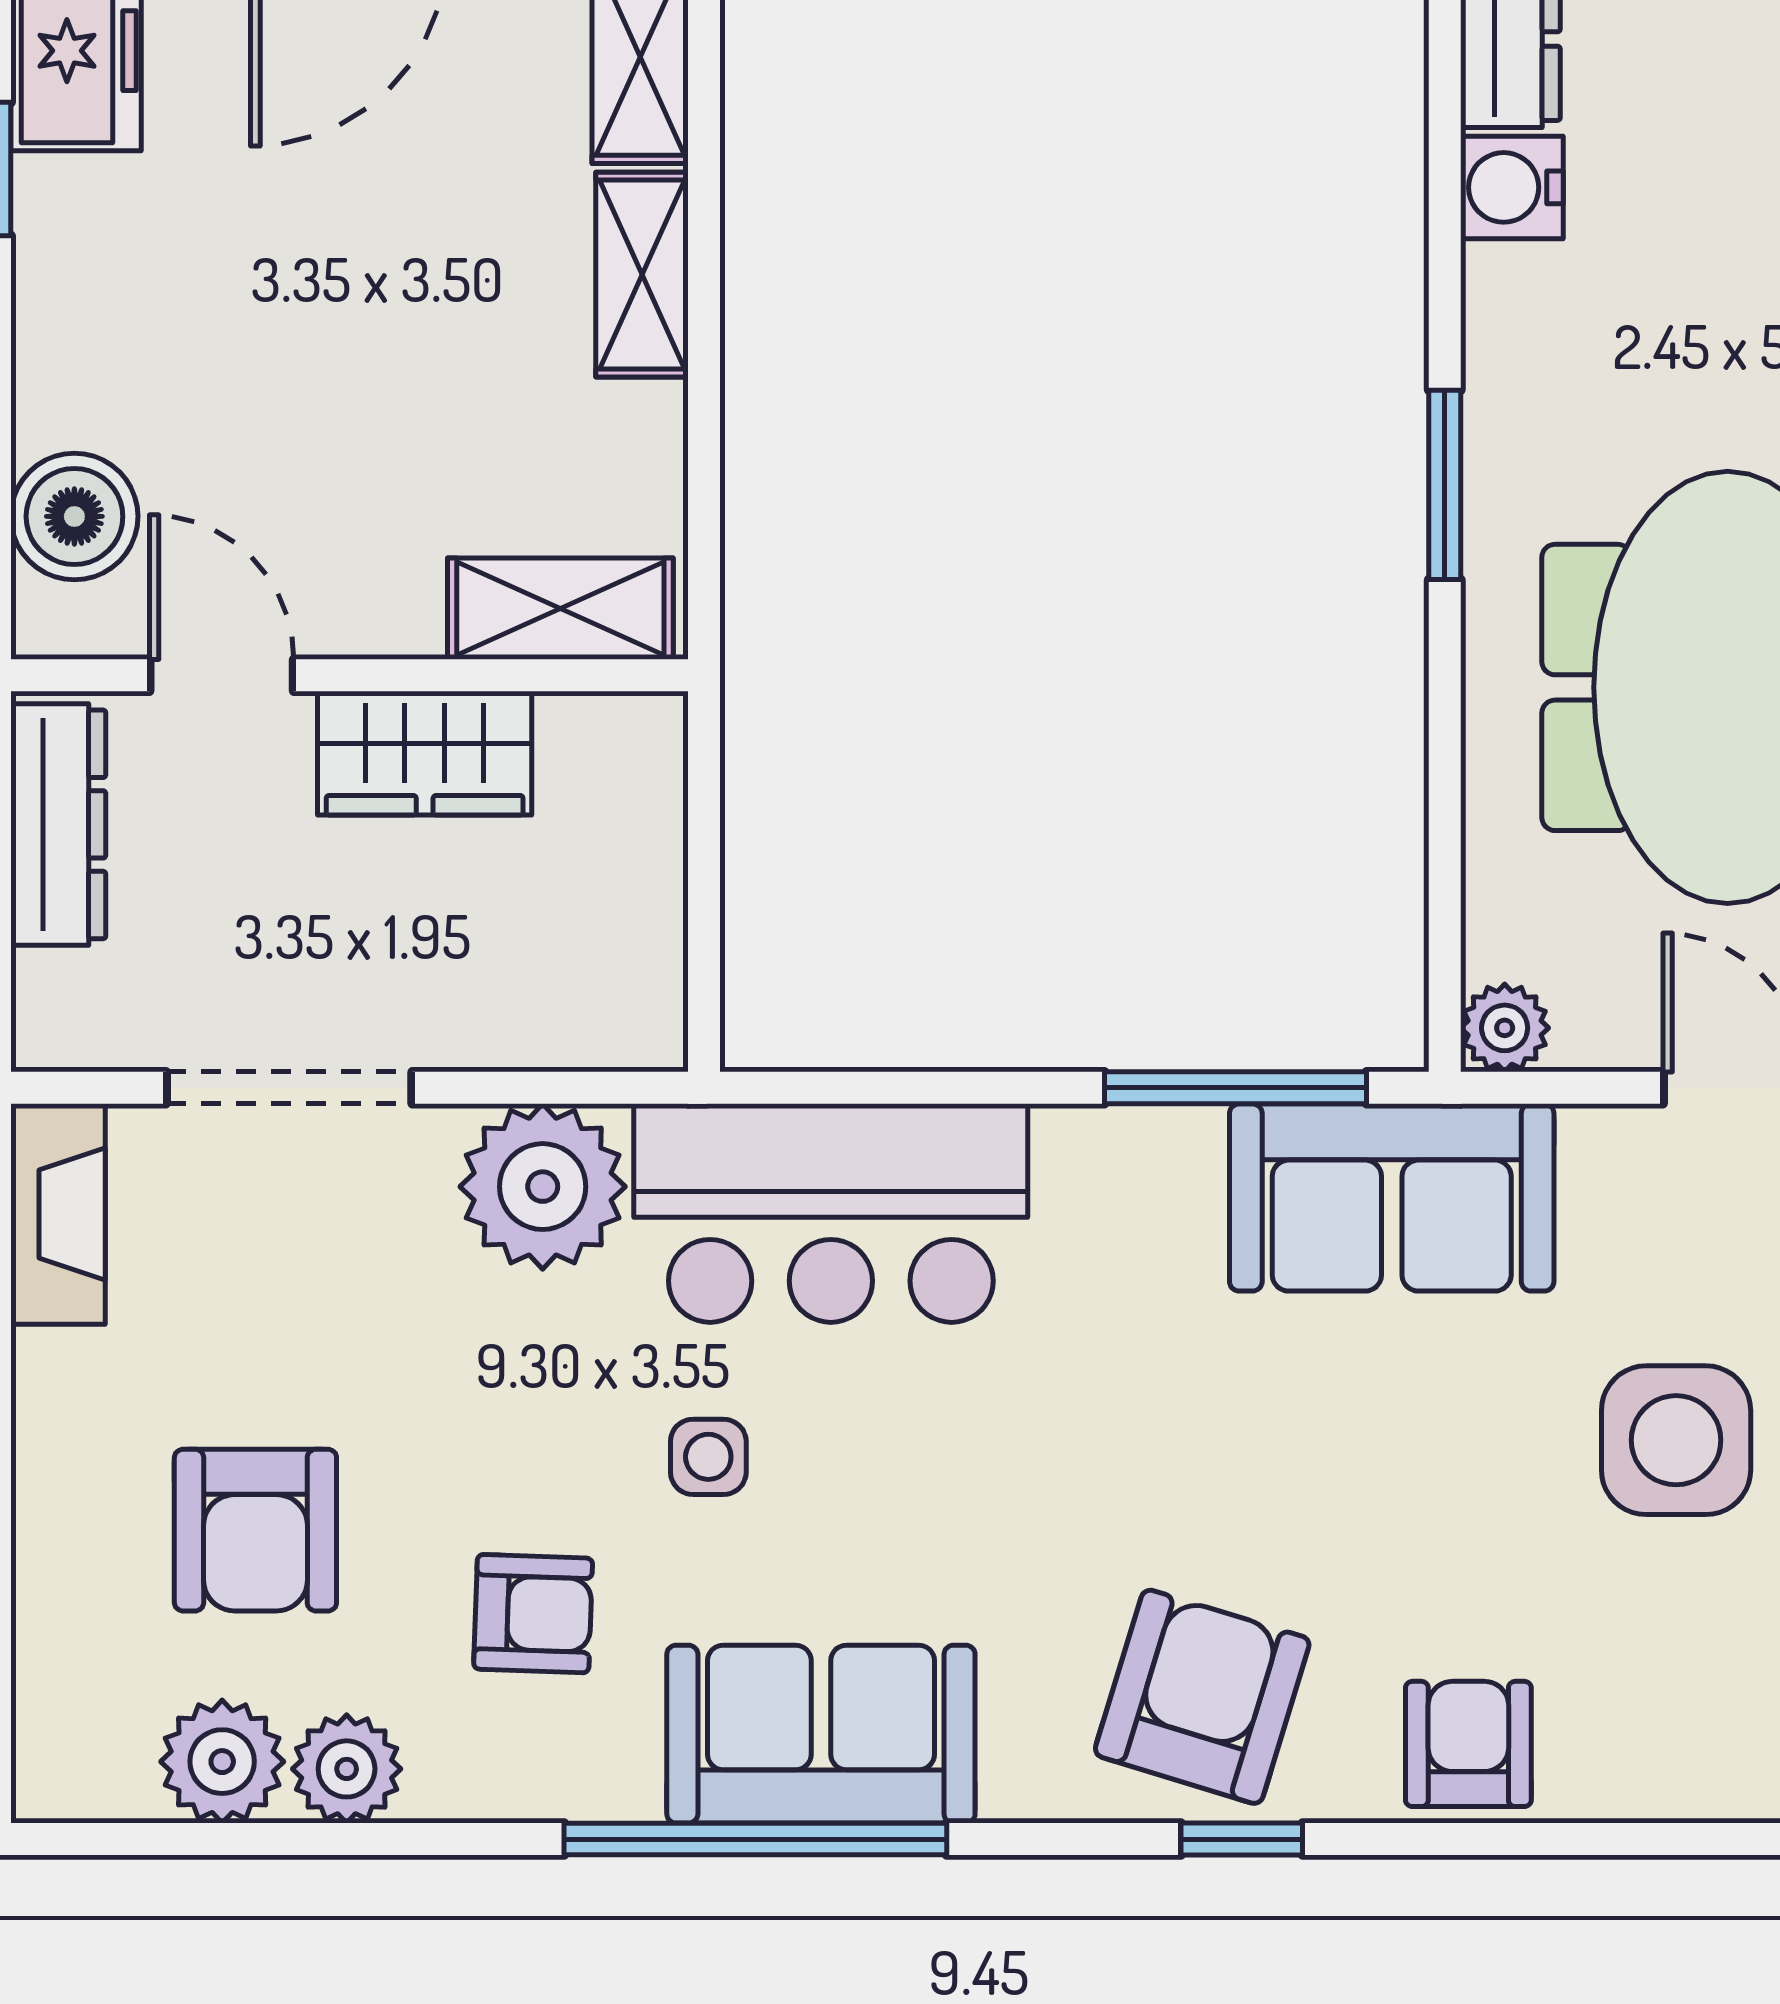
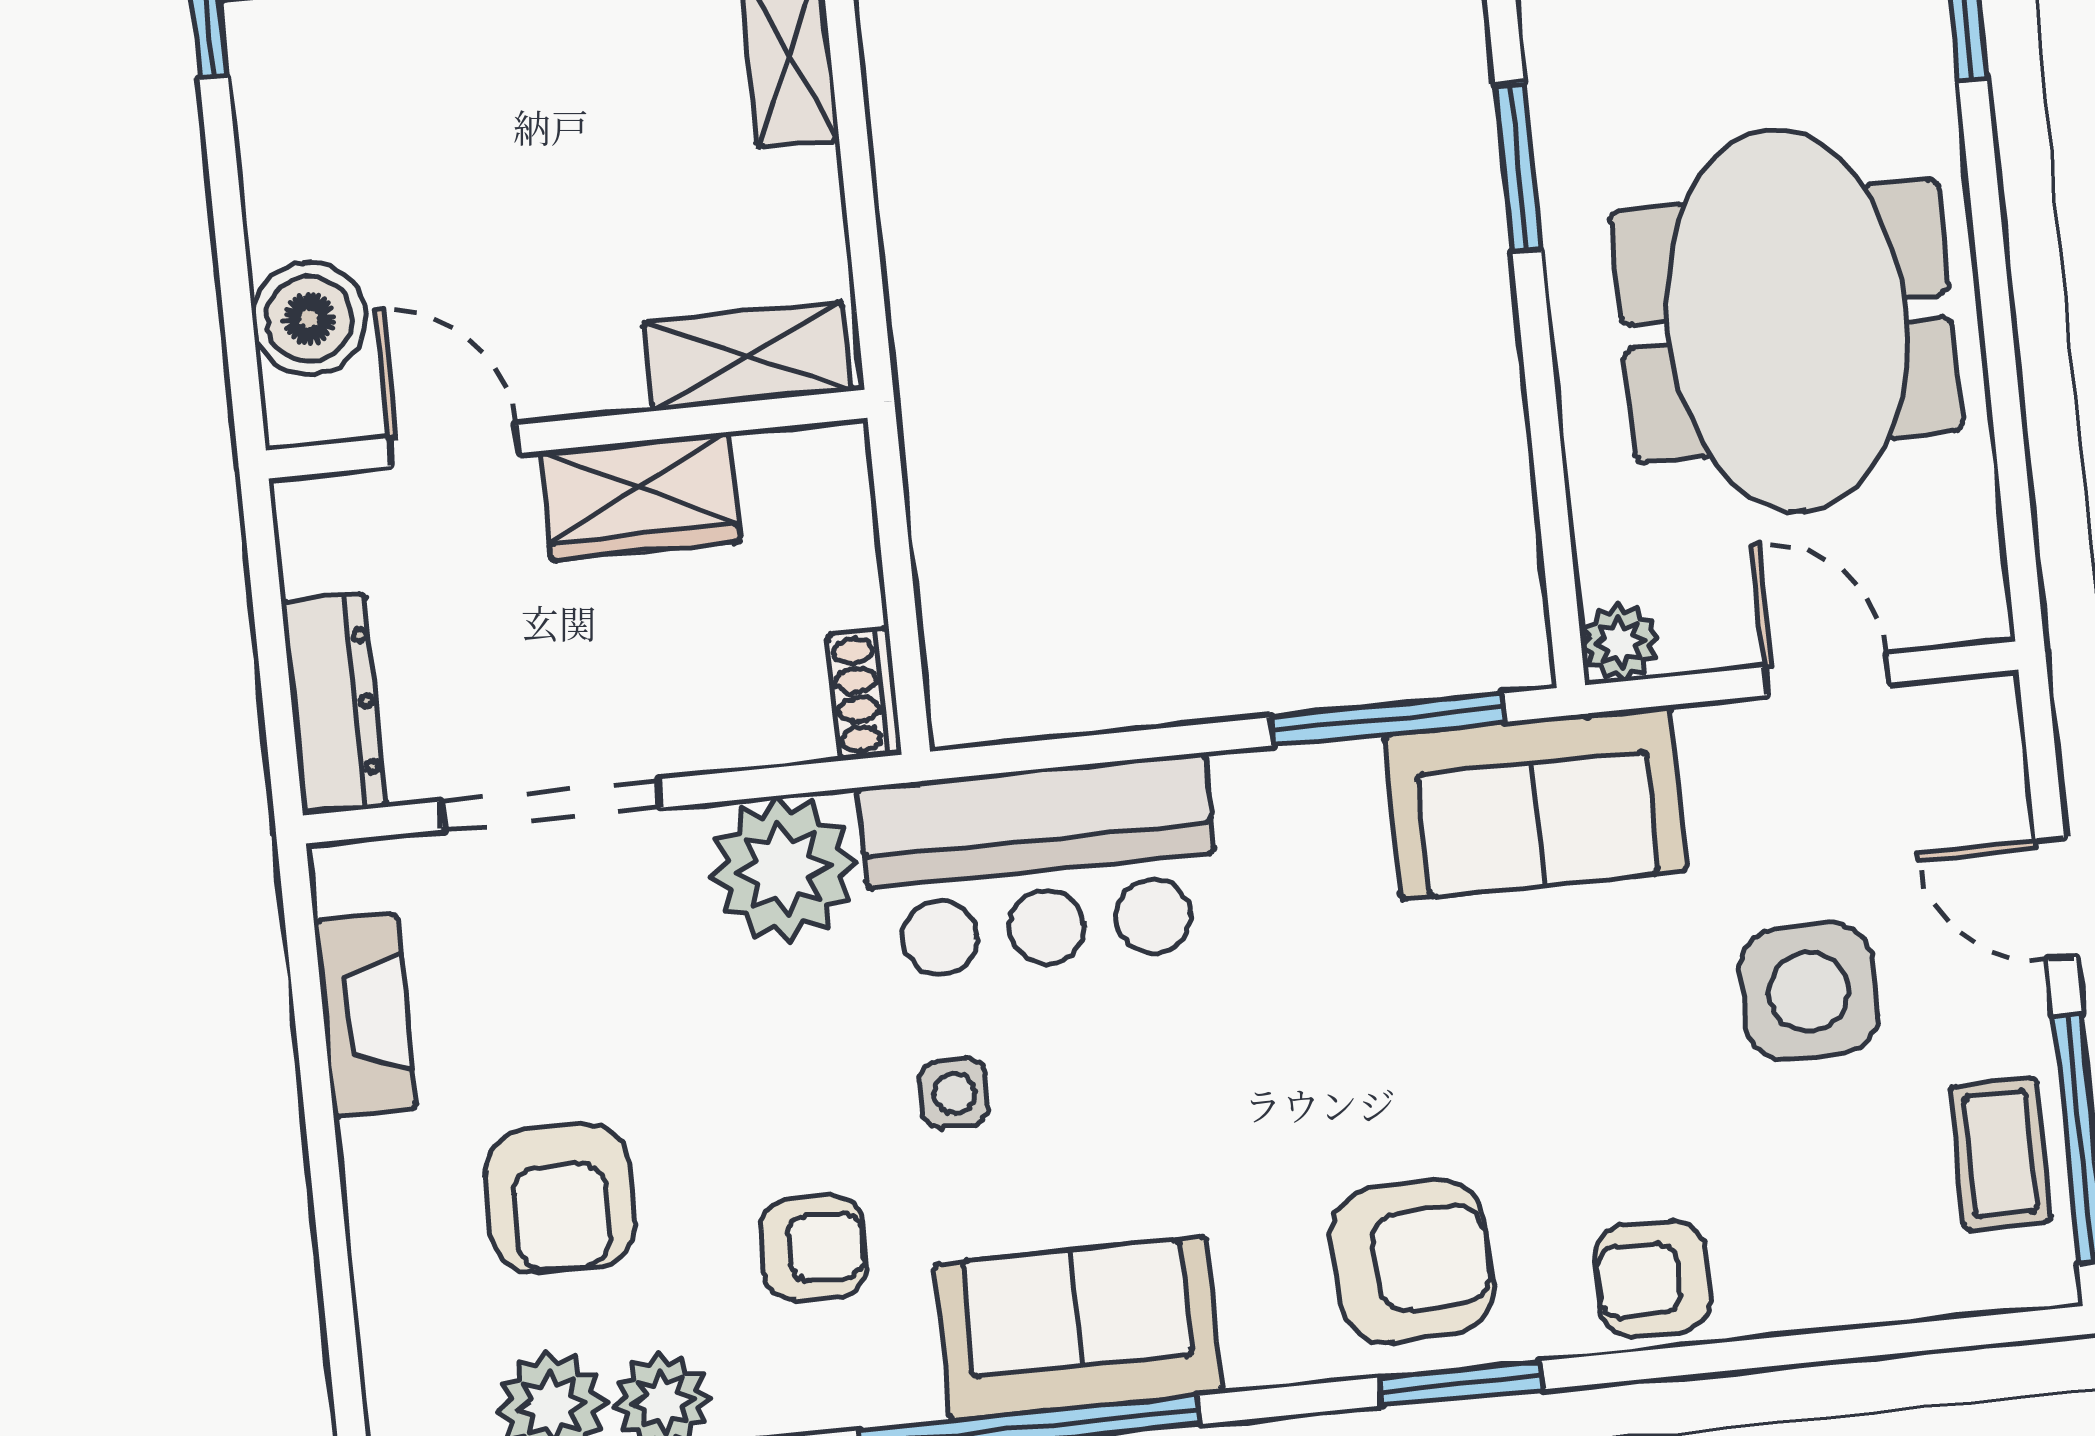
dresser: (58, 824) -> (334, 704), moved
shoe rack: (653, 1000) -> (864, 694), added
fireplace: (58, 1214) -> (365, 1015), moved
armchair: (1202, 1697) -> (1413, 1261), turned 70
armchair: (1468, 1744) -> (1652, 1279), turned -90
window: (1242, 1839) -> (1460, 1383), width x1.50

